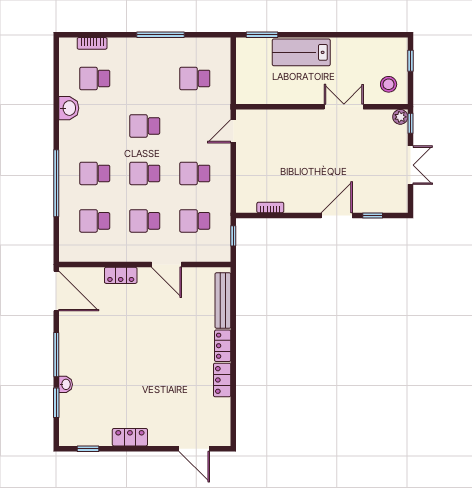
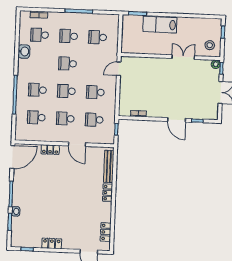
school desk: (145, 78) -> (69, 36), added
door: (337, 215) -> (177, 120), swing flipped
door: (56, 291) -> (12, 157), hinge flipped
locker: (222, 380) -> (106, 232), moved

